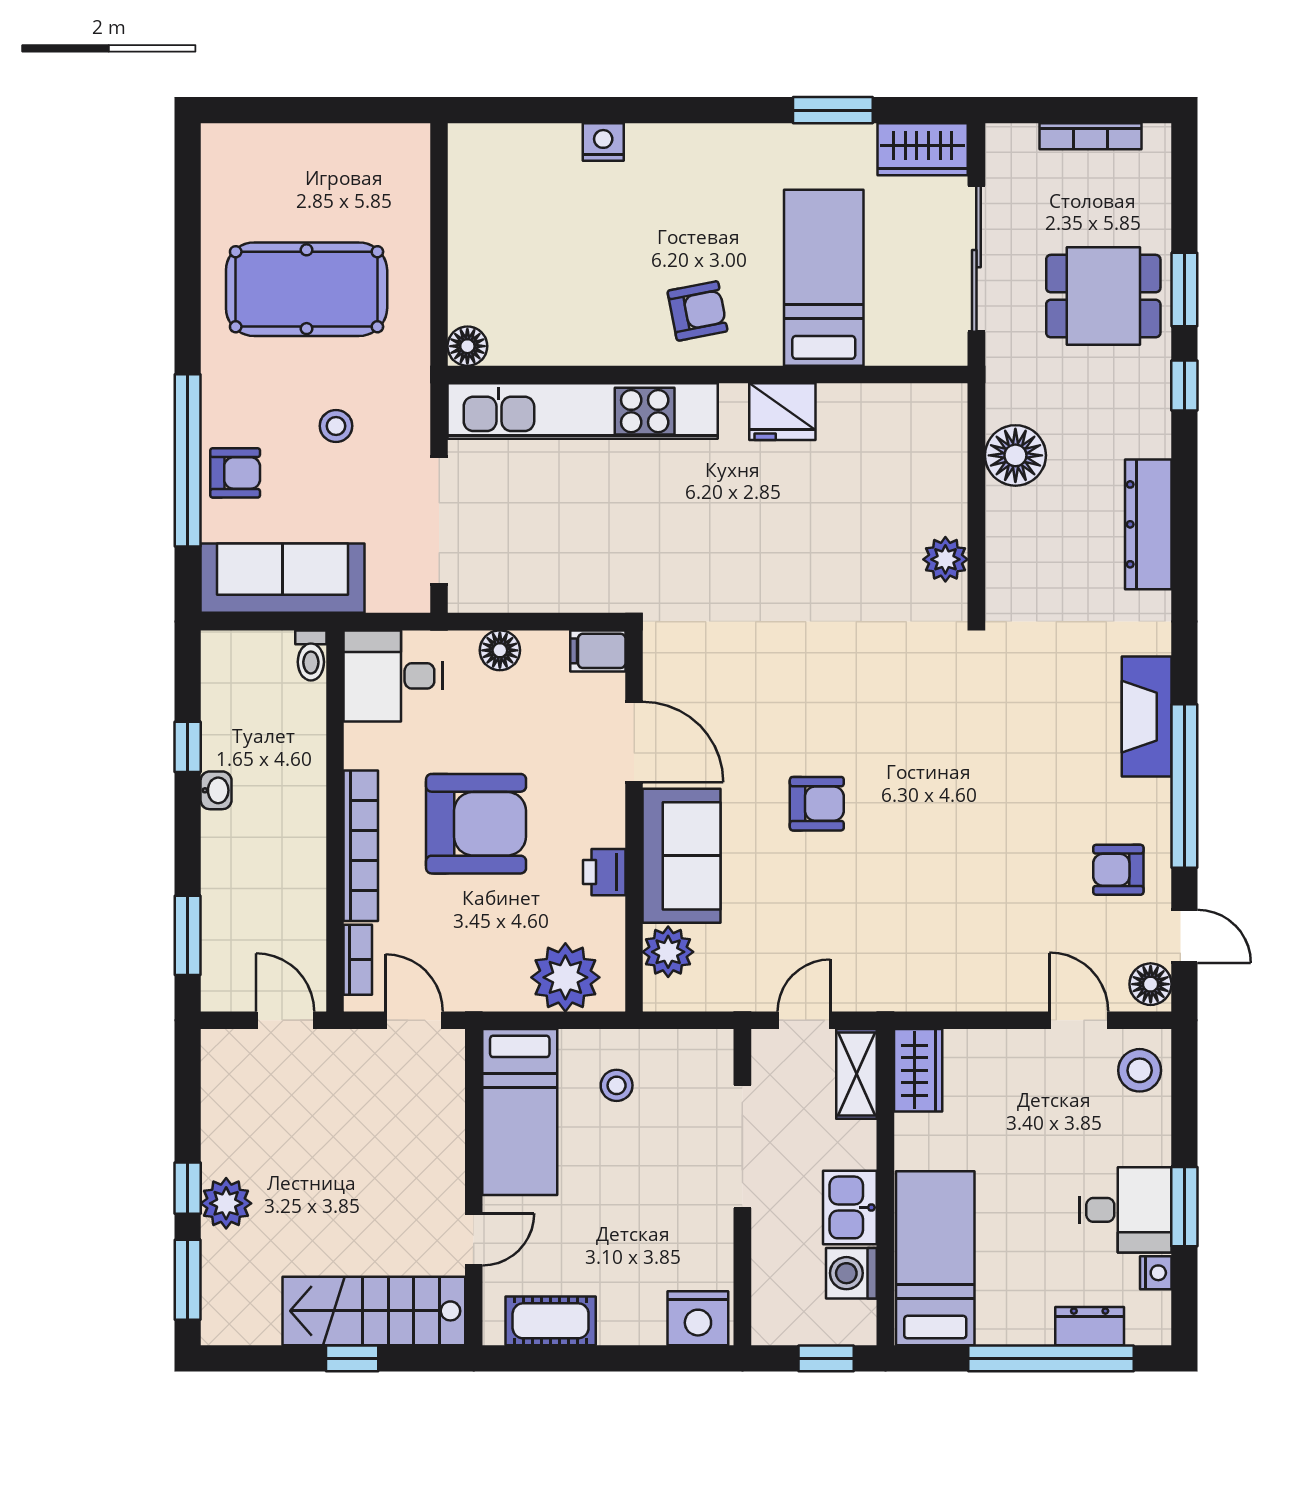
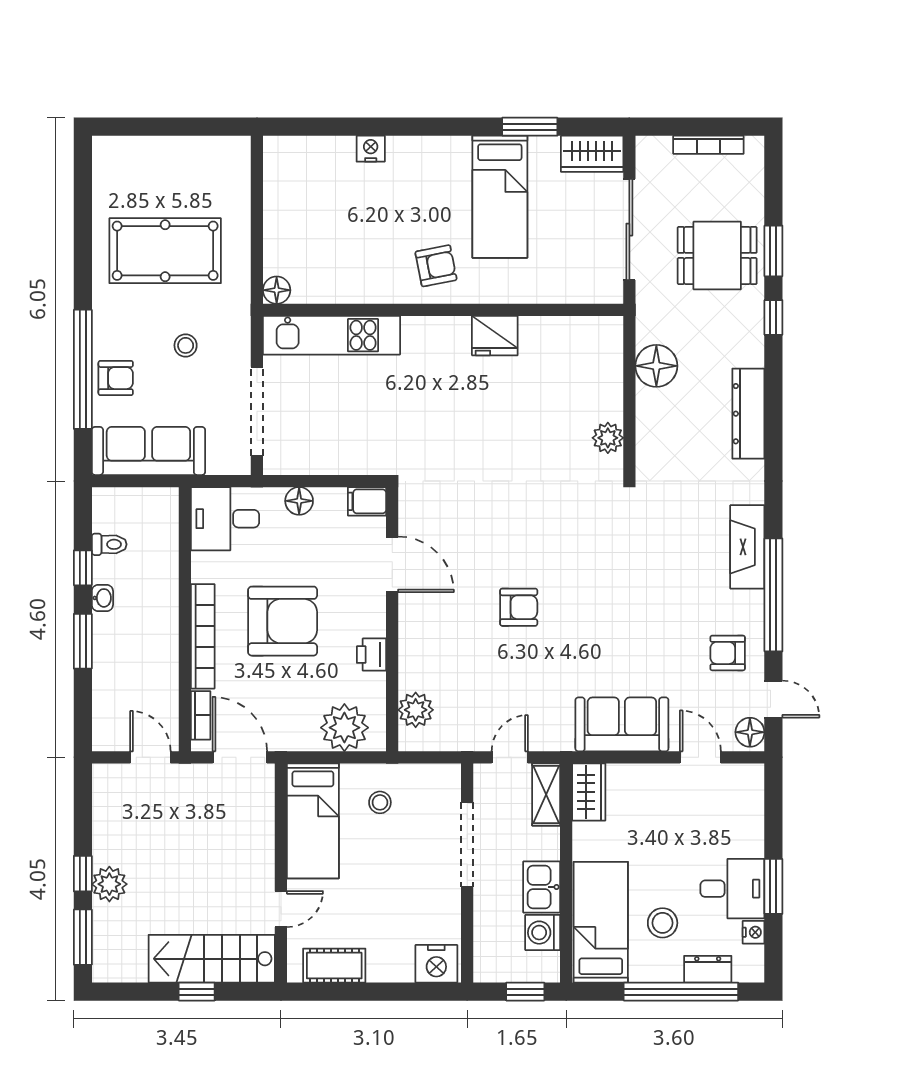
bed: (824, 278) -> (500, 197), moved, turned 180
kitchen unit: (583, 411) -> (331, 335), width x0.73
toilet: (311, 655) -> (109, 544), moved, turned -90
sofa: (682, 856) -> (622, 724), moved, turned -90
window: (188, 935) -> (83, 641), moved
door: (414, 1020) -> (240, 757), width x1.38
stool: (1140, 1070) -> (663, 923), moved

